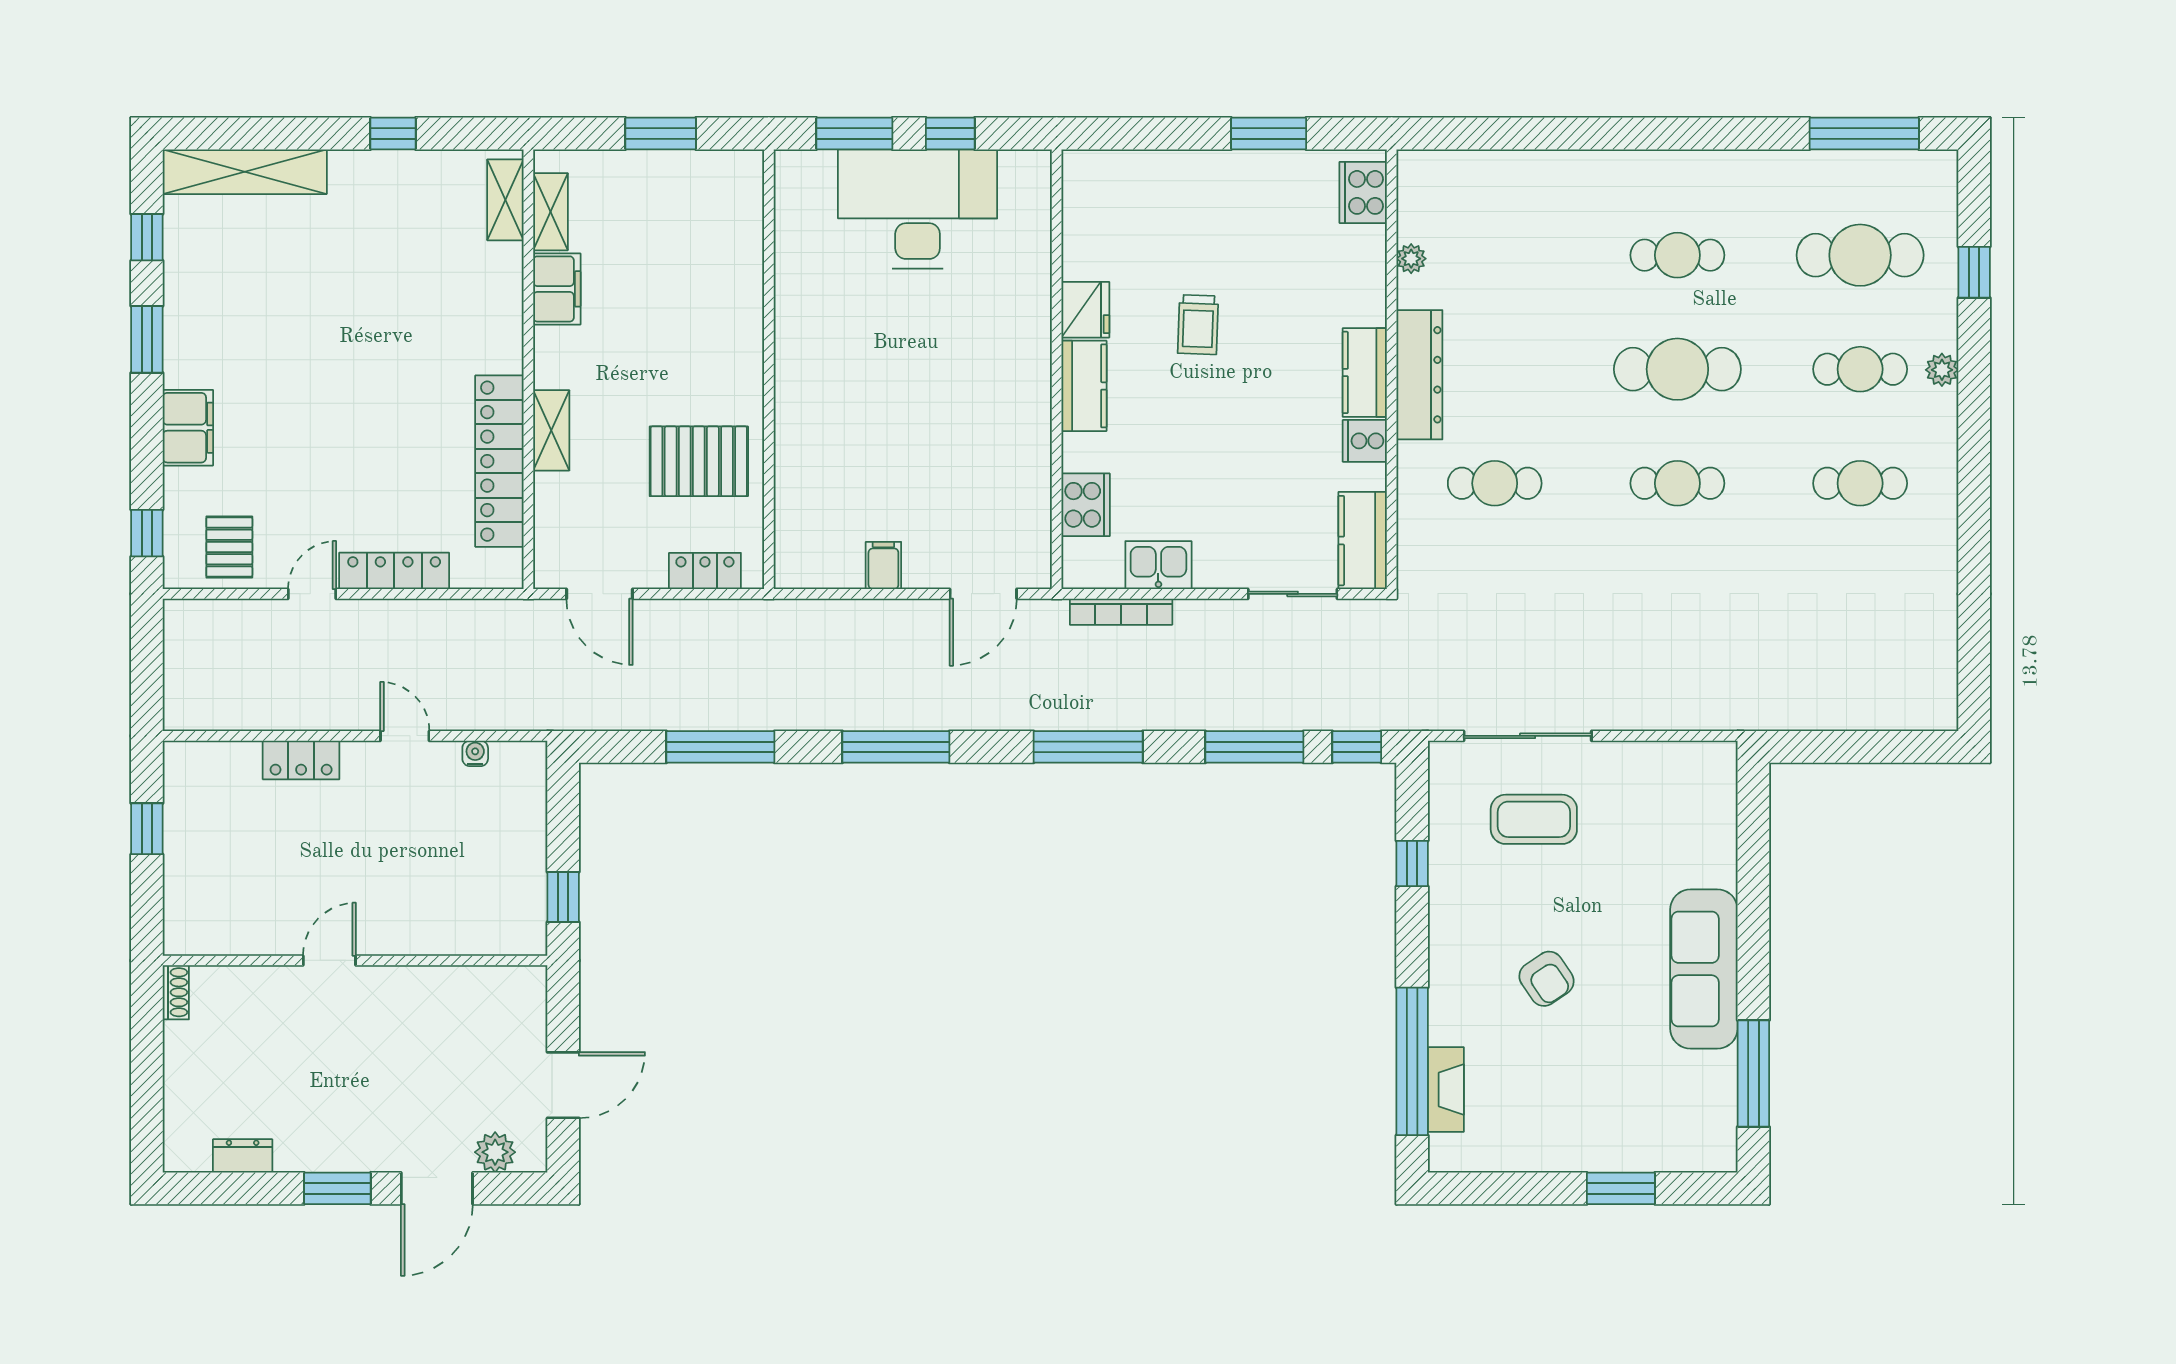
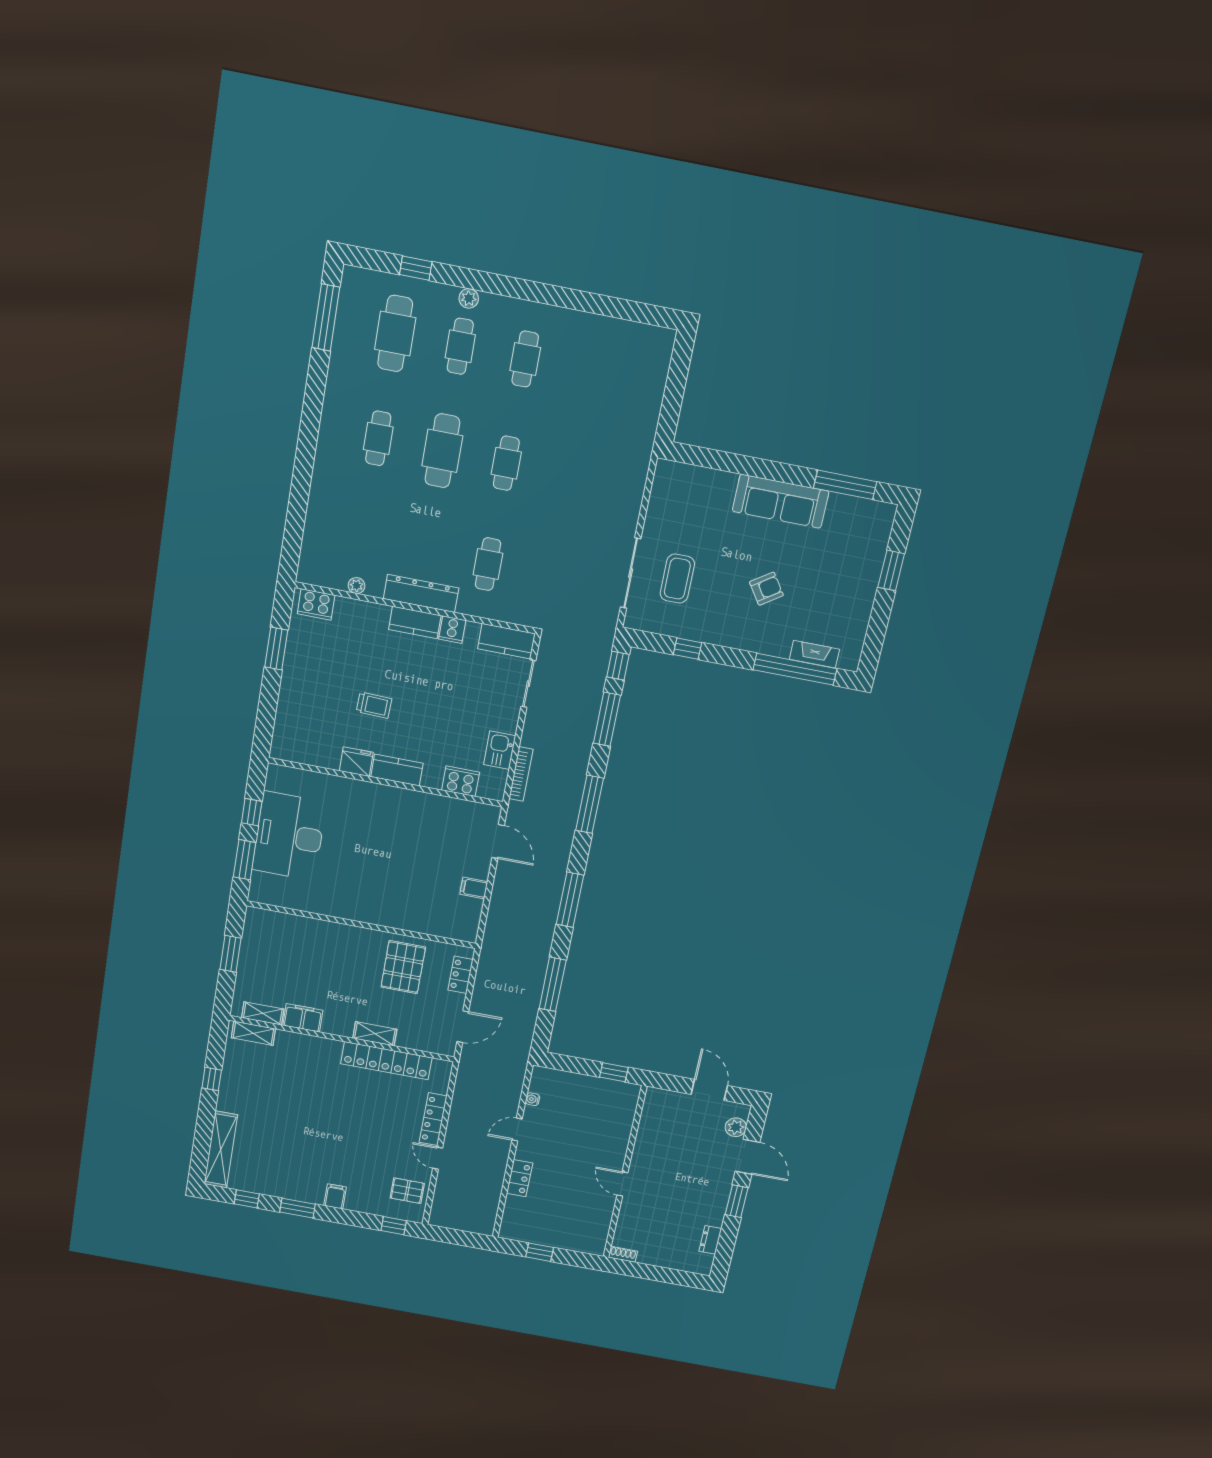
filing cabinet: (188, 428) -> (335, 1196), width x0.50

